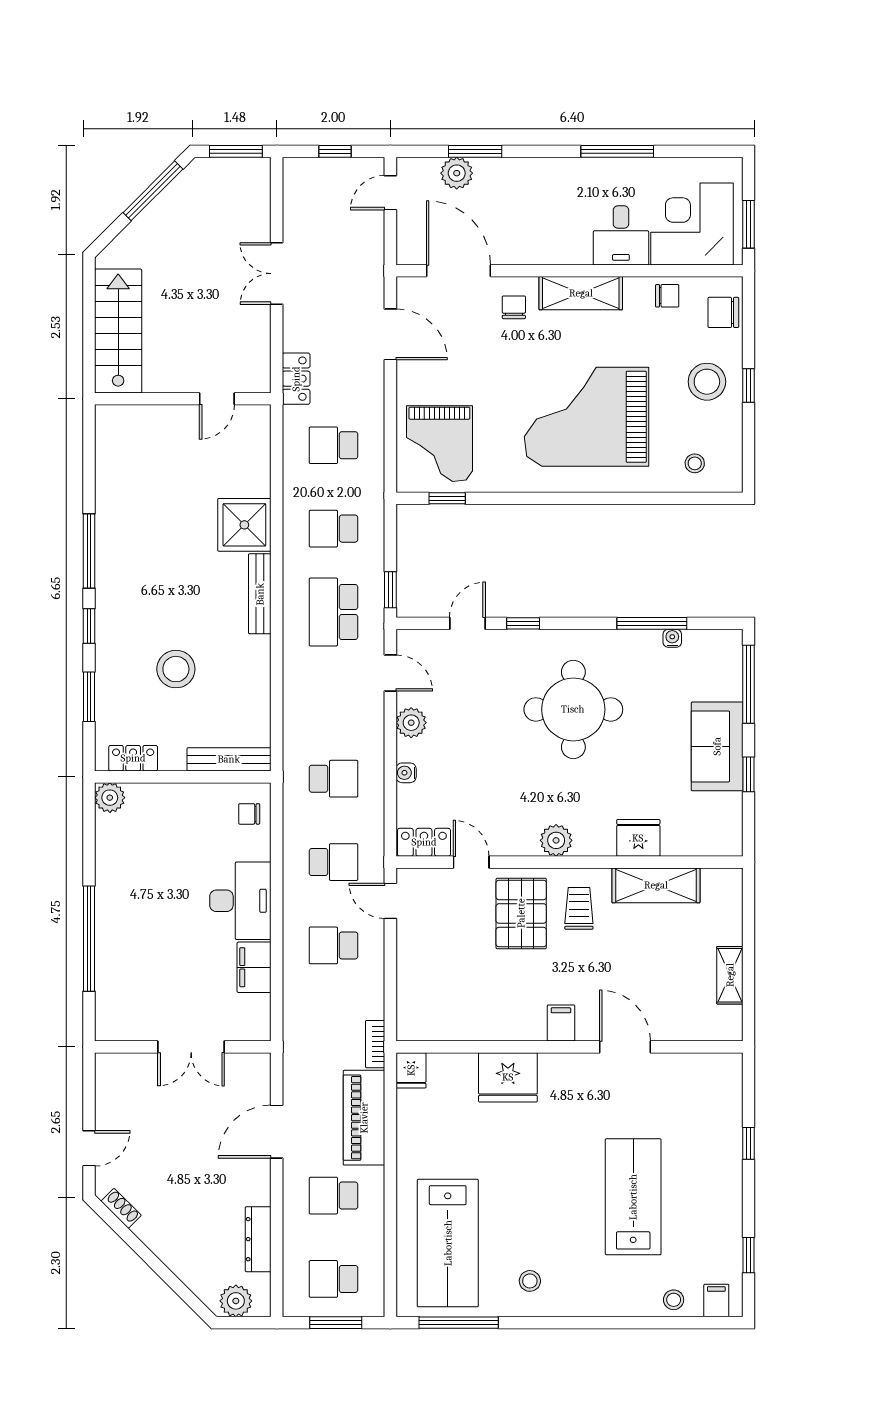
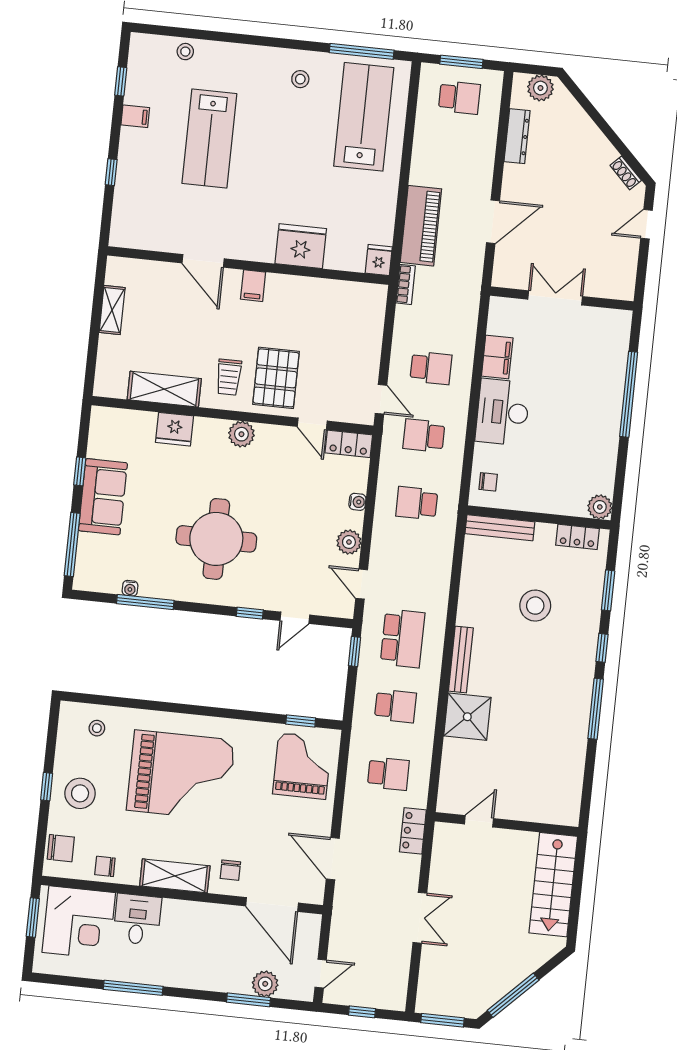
school desk: (333, 1196) -> (452, 165), removed
filing cabinet: (716, 1301) -> (135, 116), moved, turned -90

